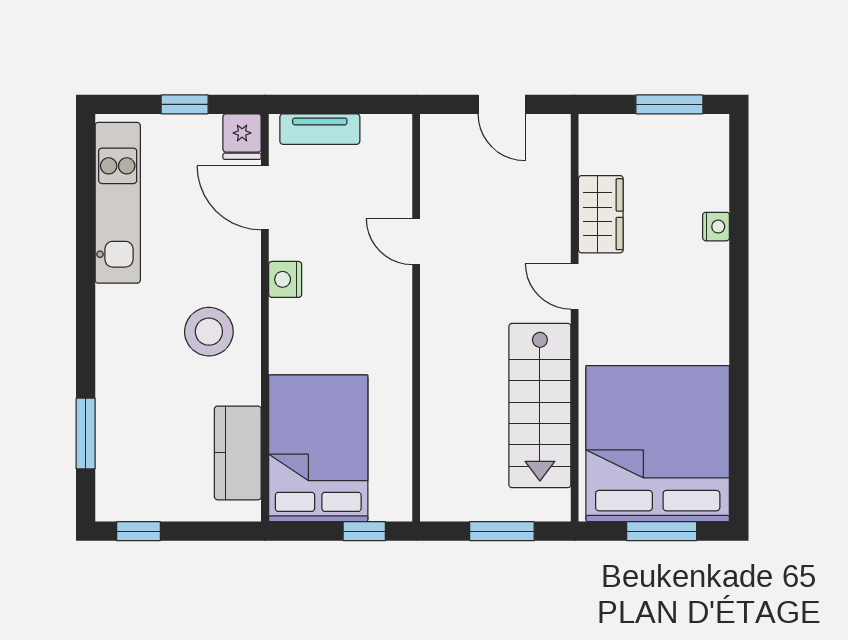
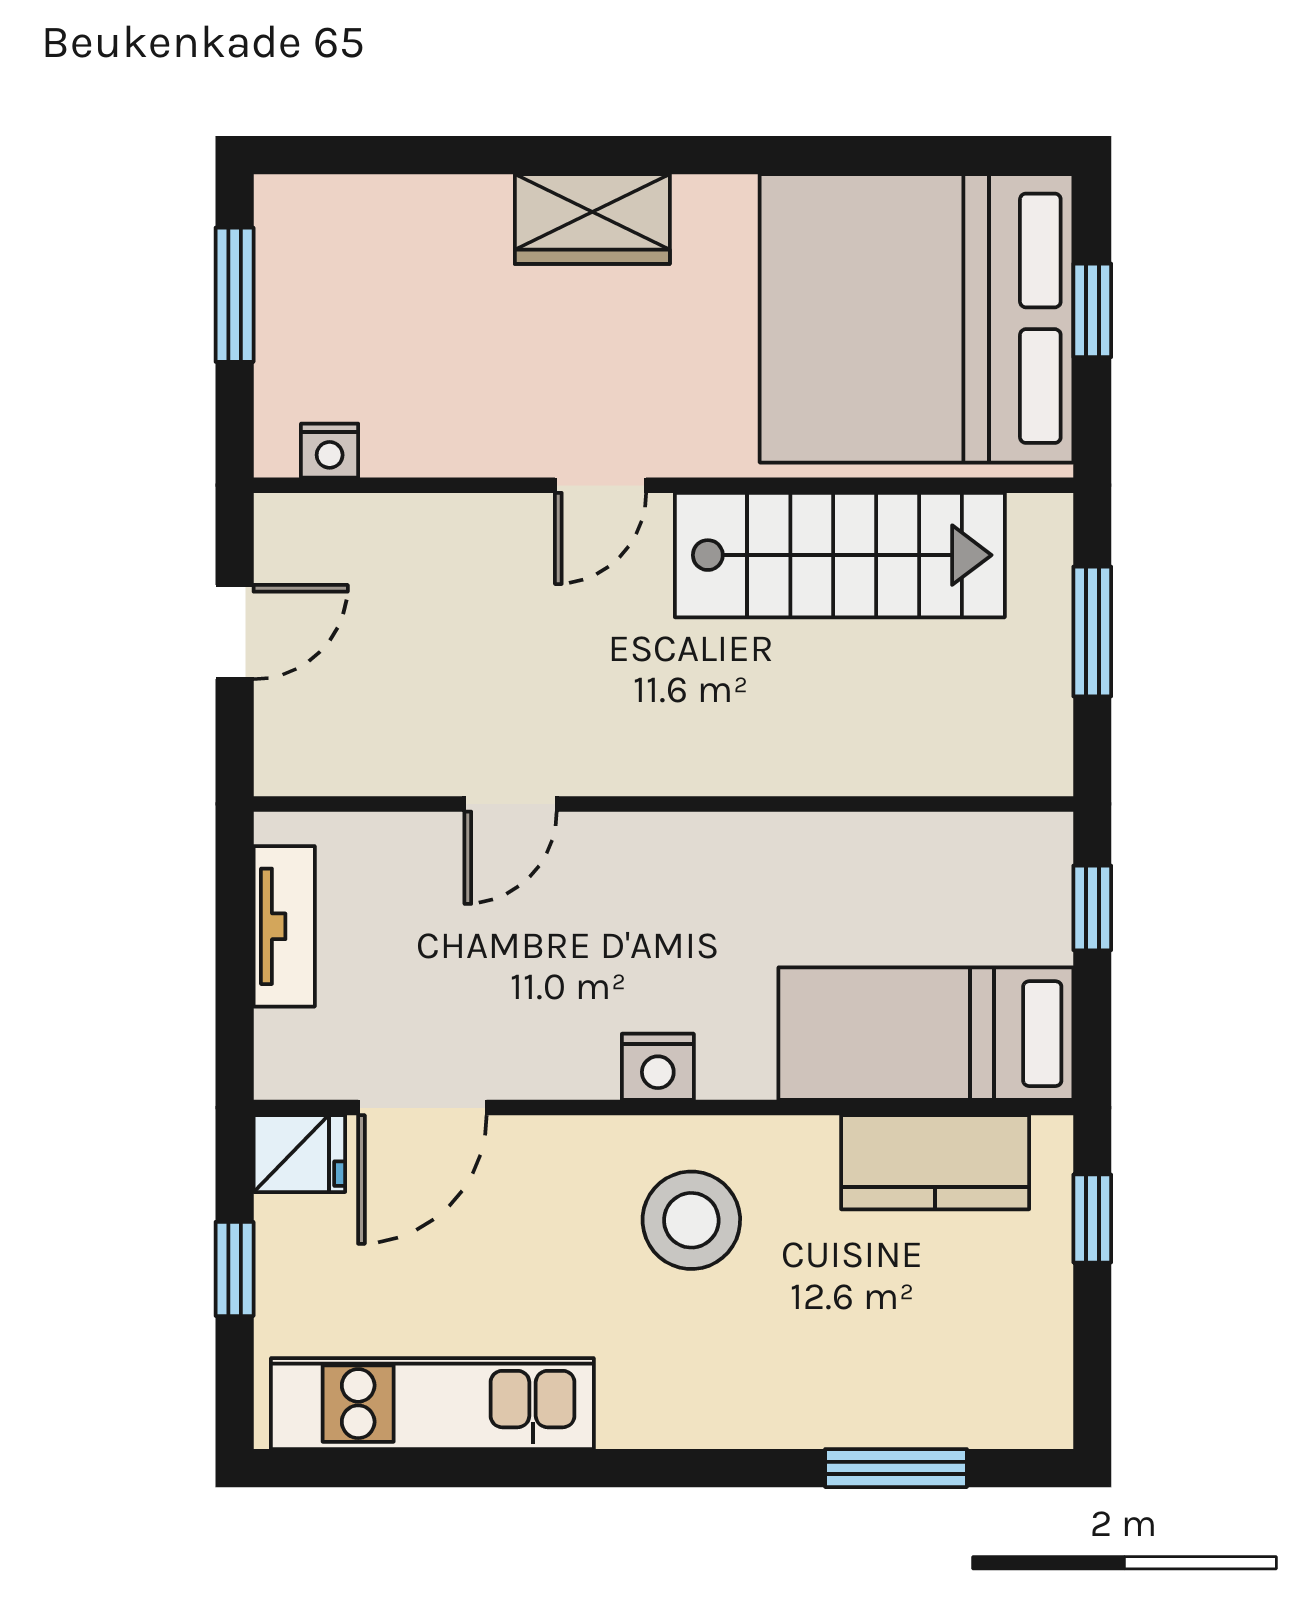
tv unit: (320, 129) -> (284, 926), moved
wardrobe: (601, 214) -> (592, 219), moved, turned 180
nightstand: (716, 227) -> (330, 451), moved, turned 180
nightstand: (285, 279) -> (658, 1067), moved
bed: (318, 448) -> (926, 1034), width x0.67
window: (139, 531) -> (1092, 1219), moved
window: (662, 531) -> (1092, 310), width x0.67

